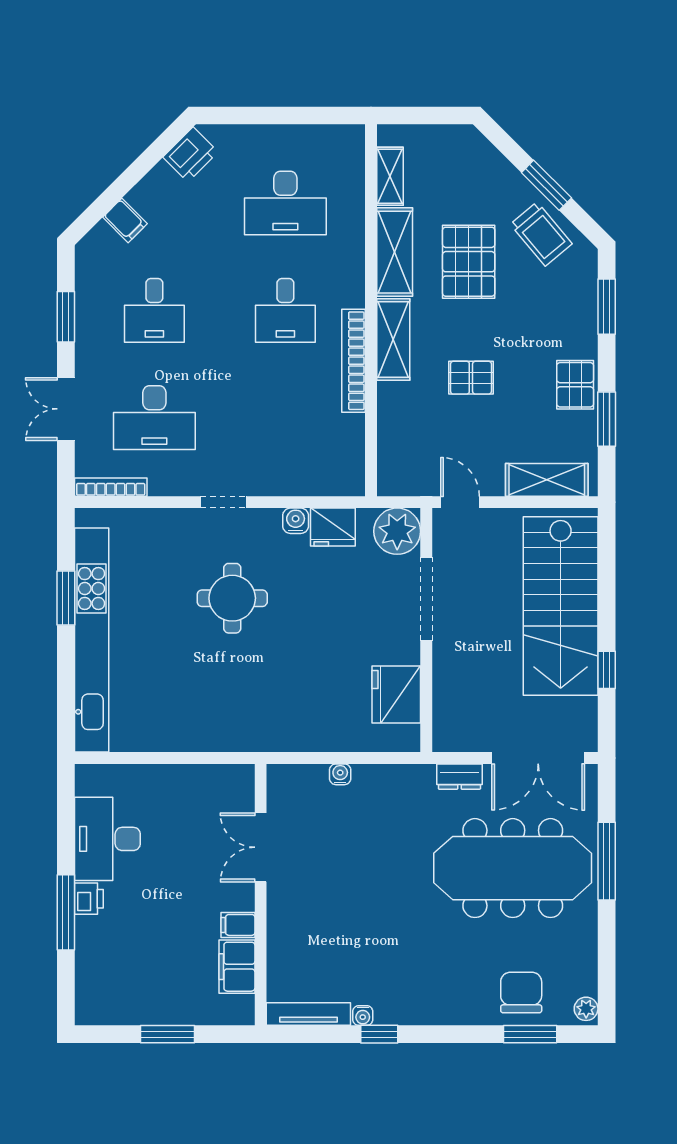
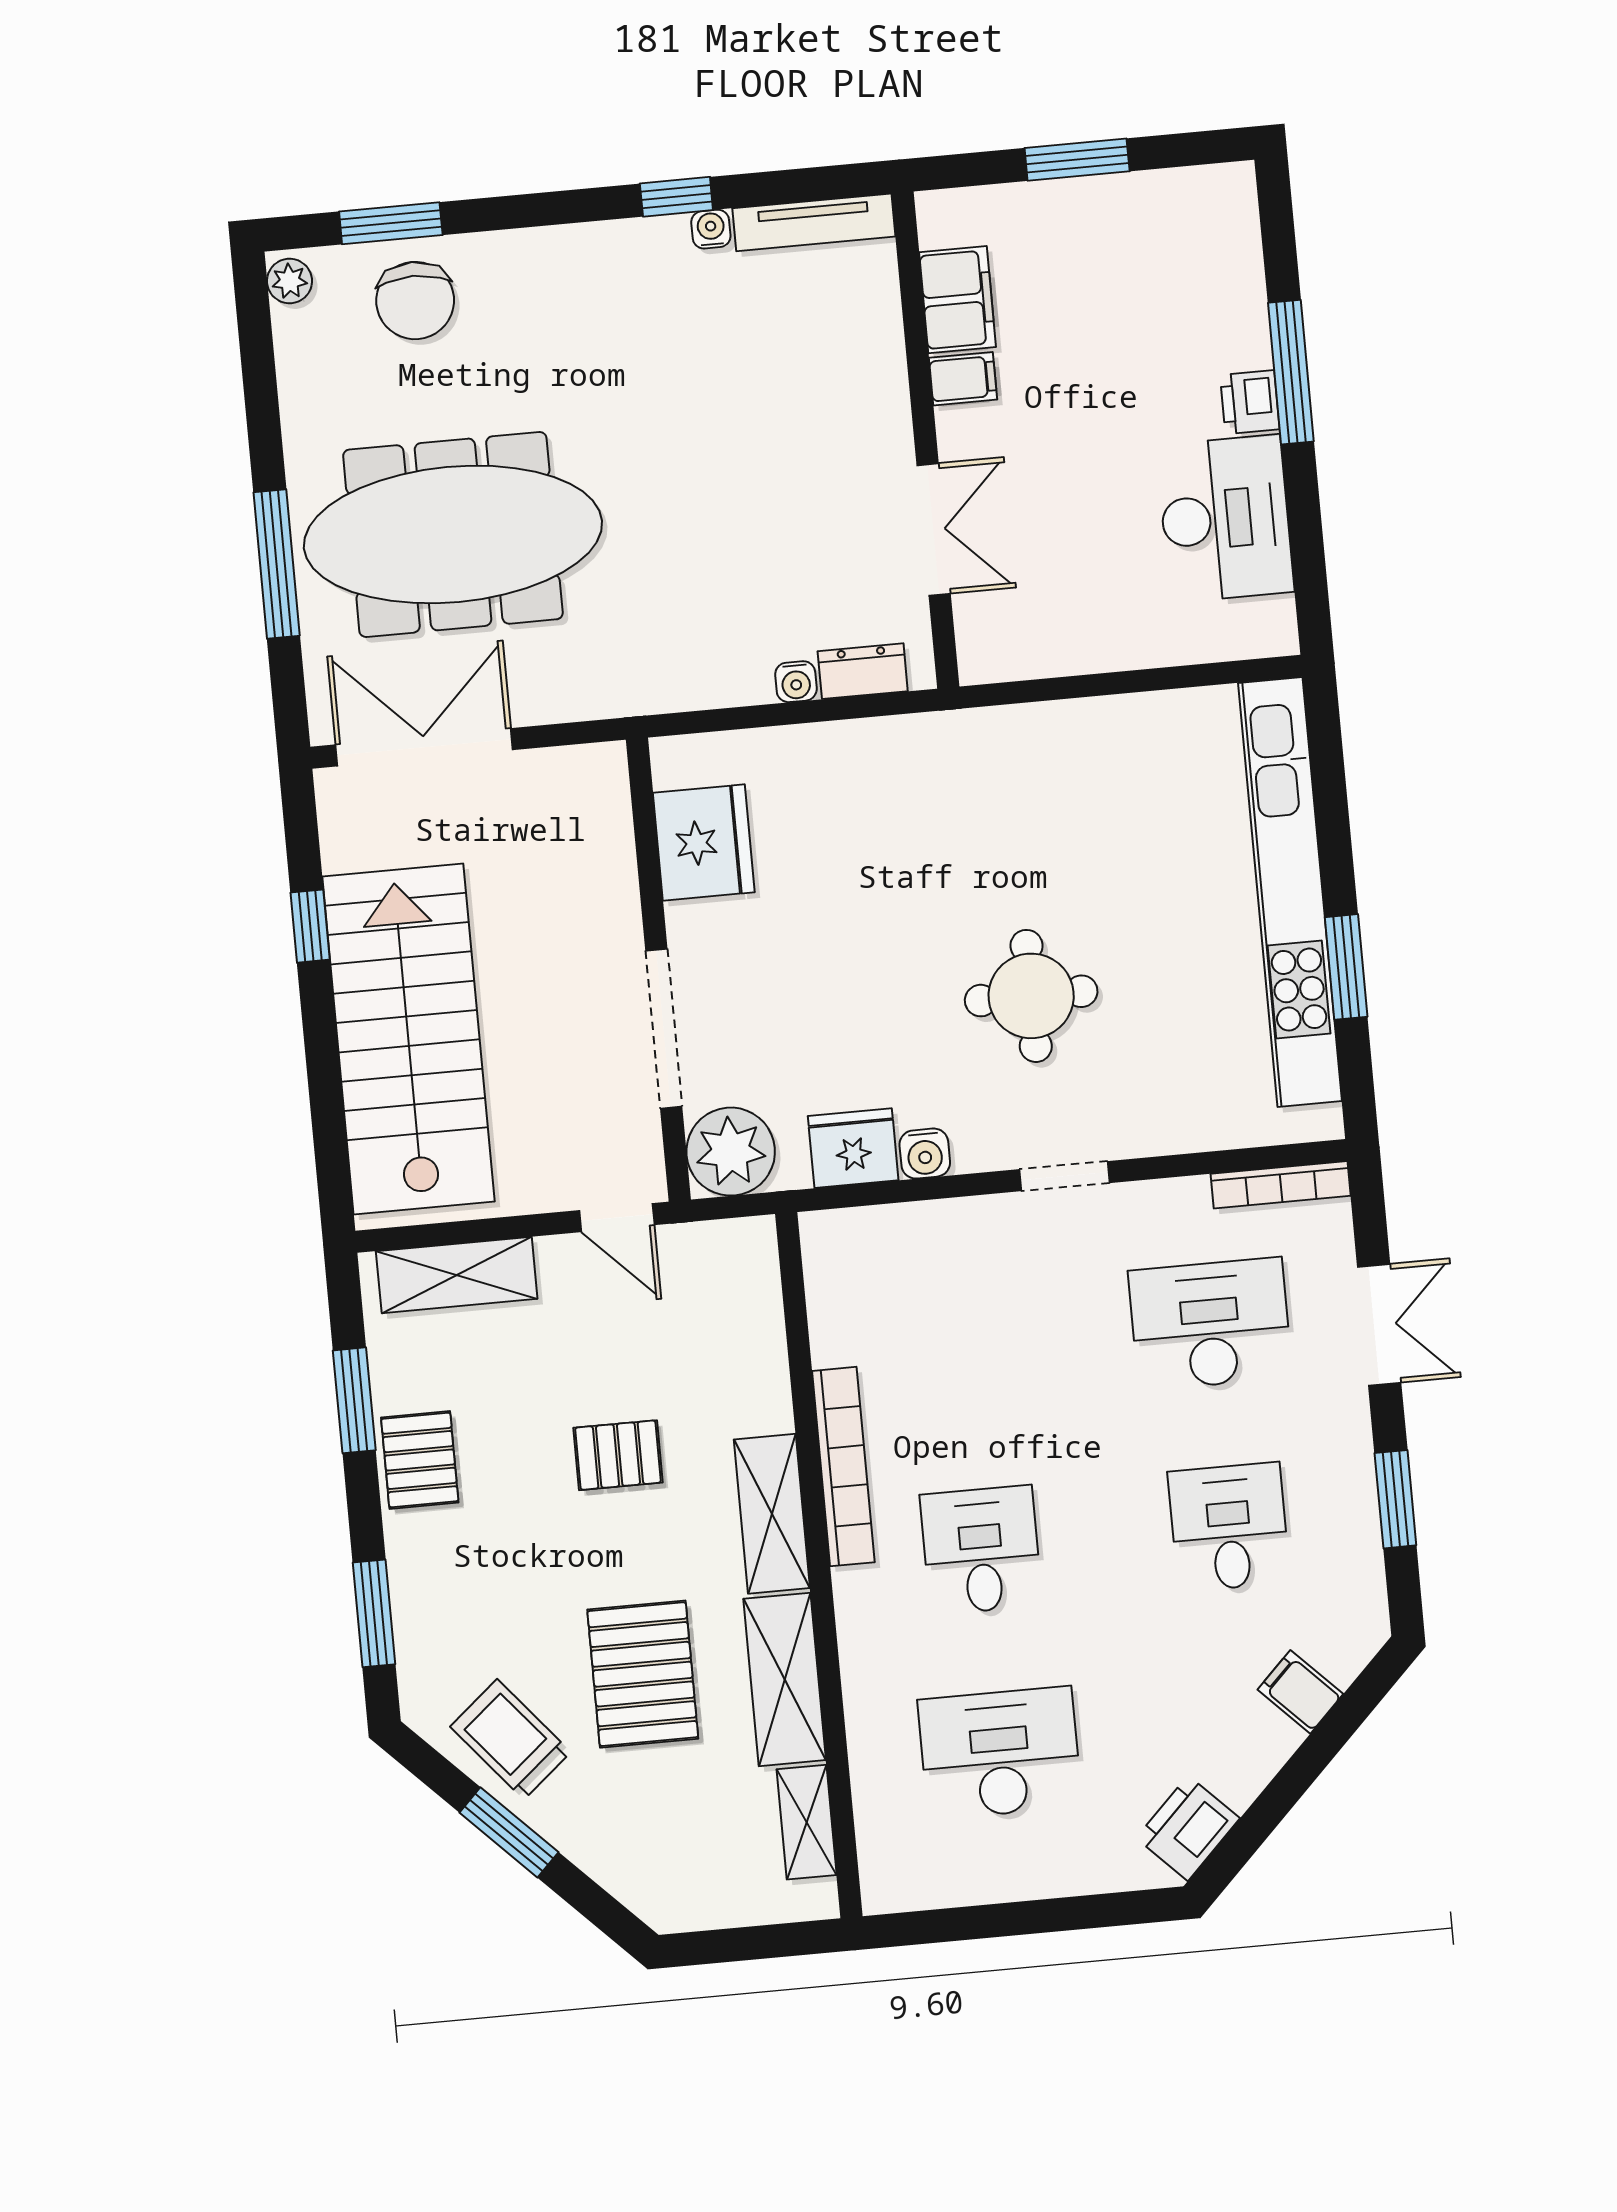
dresser: (459, 777) -> (863, 671), moved

